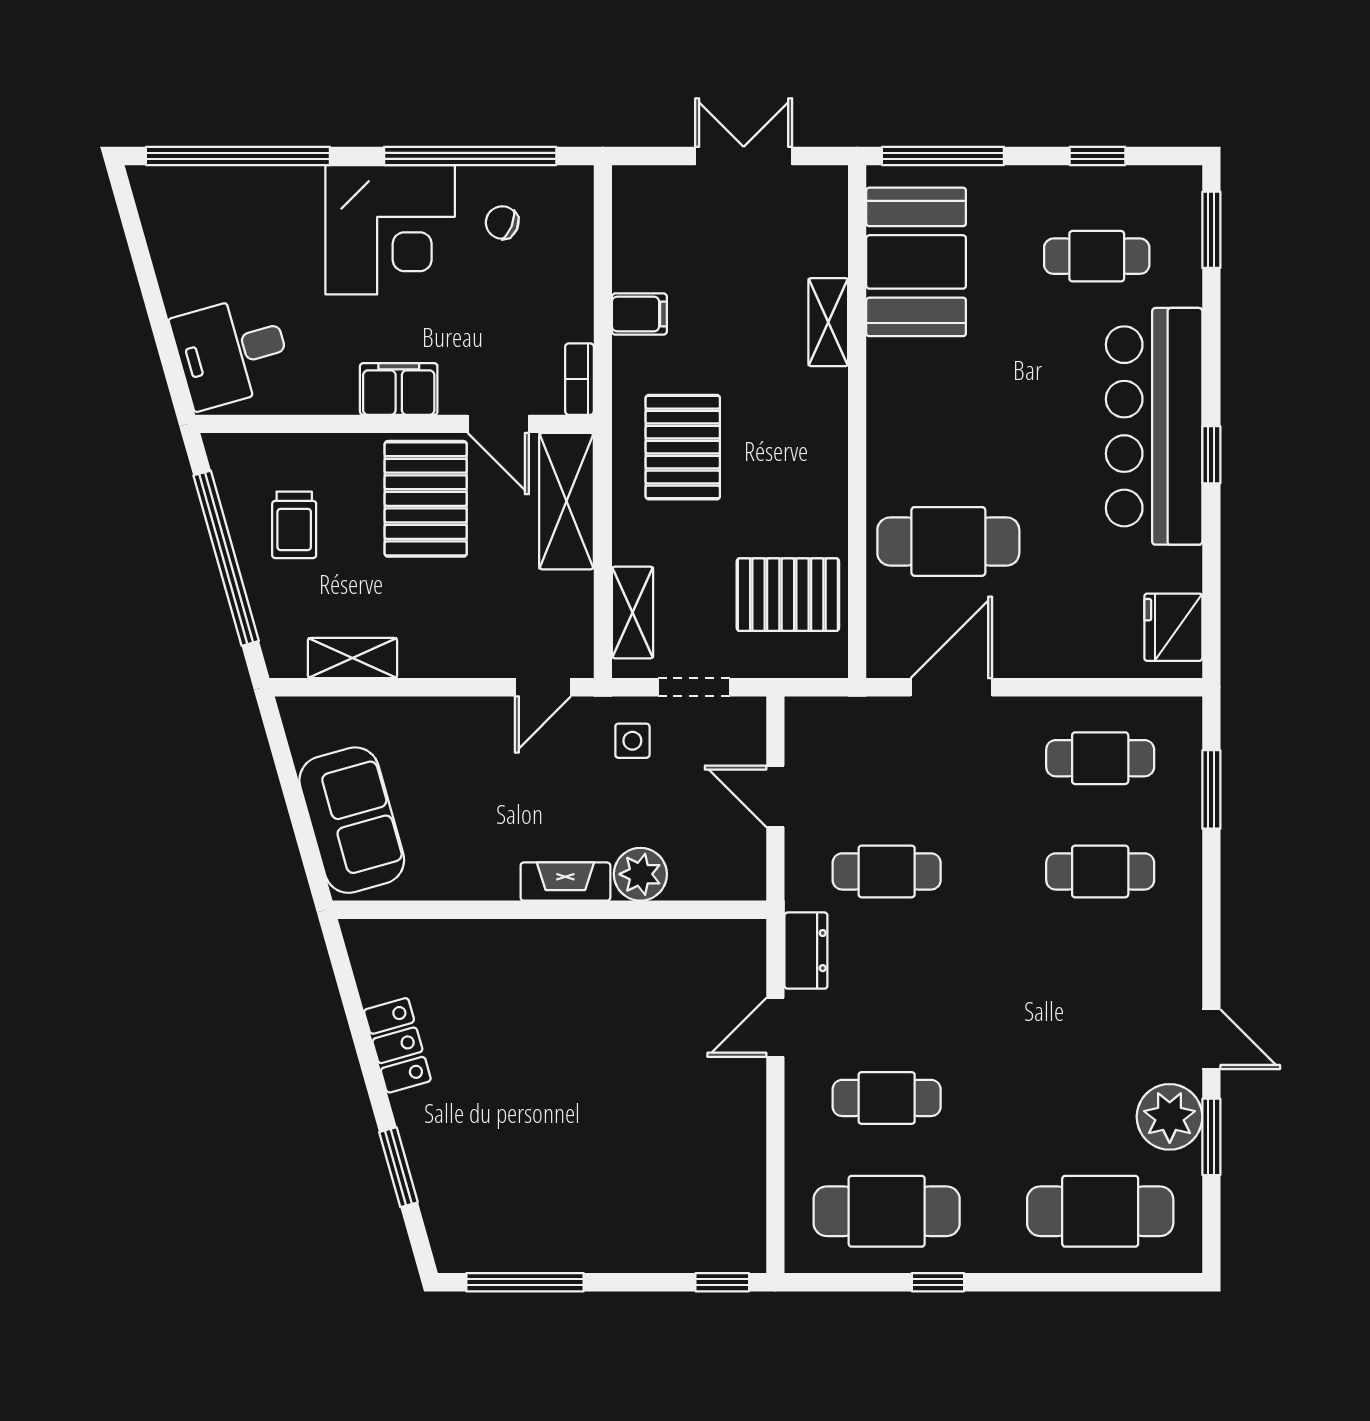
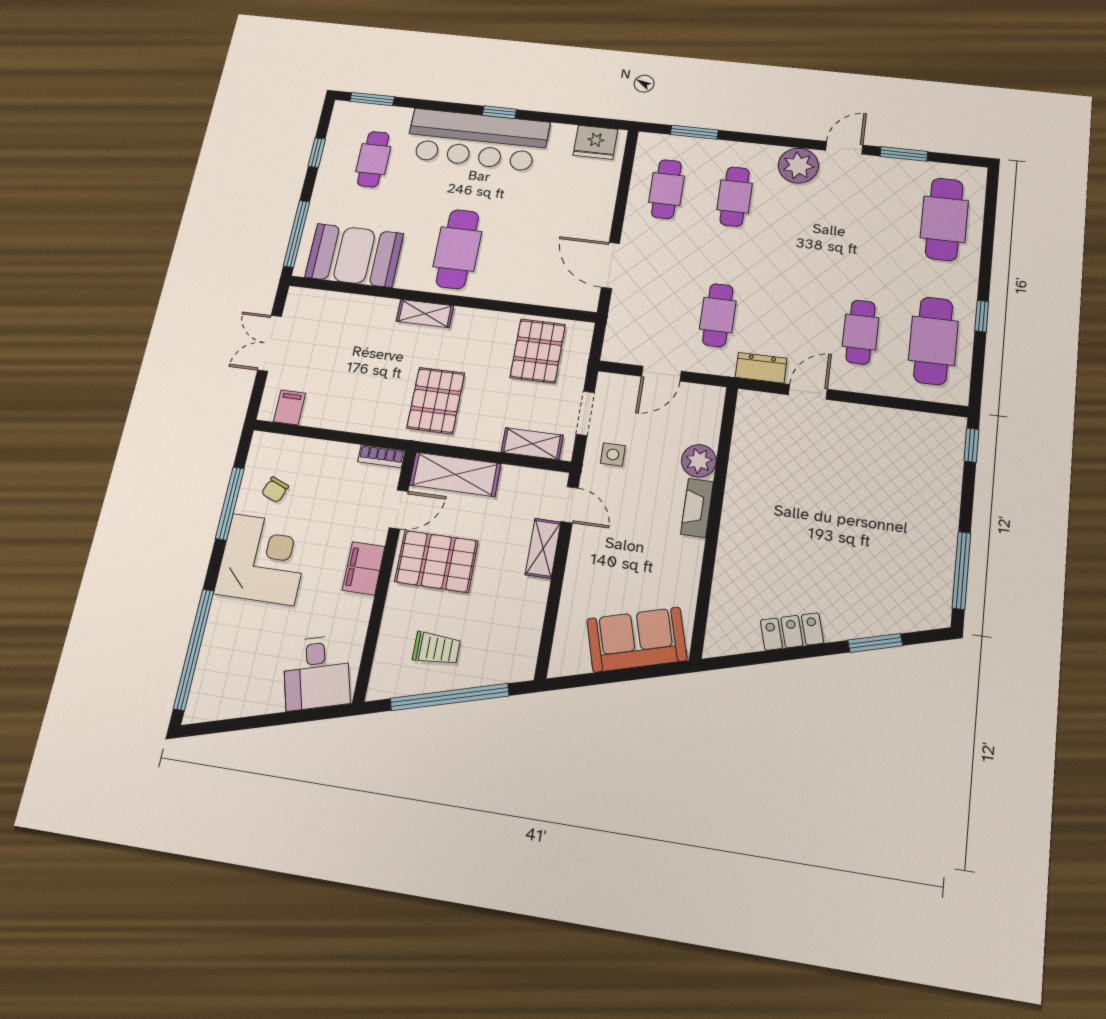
window: (470, 156) -> (230, 503), width x0.68
filing cabinet: (639, 314) -> (289, 407), moved
shelving: (828, 322) -> (425, 314), moved
pallet: (683, 447) -> (436, 401), turned 90
cafe table: (948, 541) -> (457, 249), moved
shelving: (352, 658) -> (543, 548), moved
door: (775, 1027) -> (808, 392), swing flipped
plant: (1170, 1117) -> (798, 166), moved

